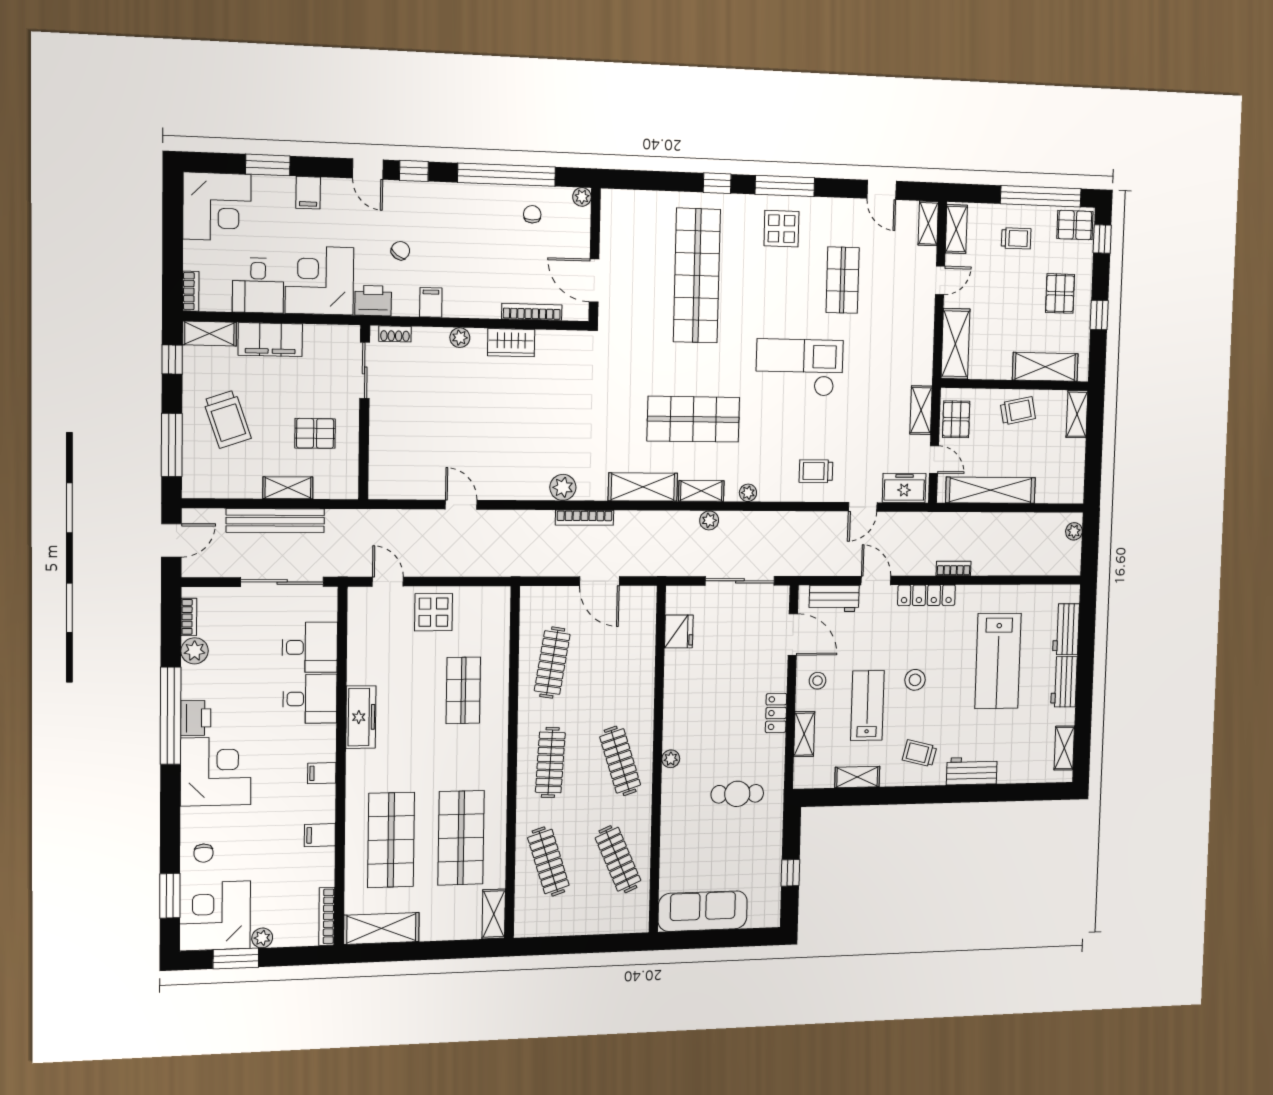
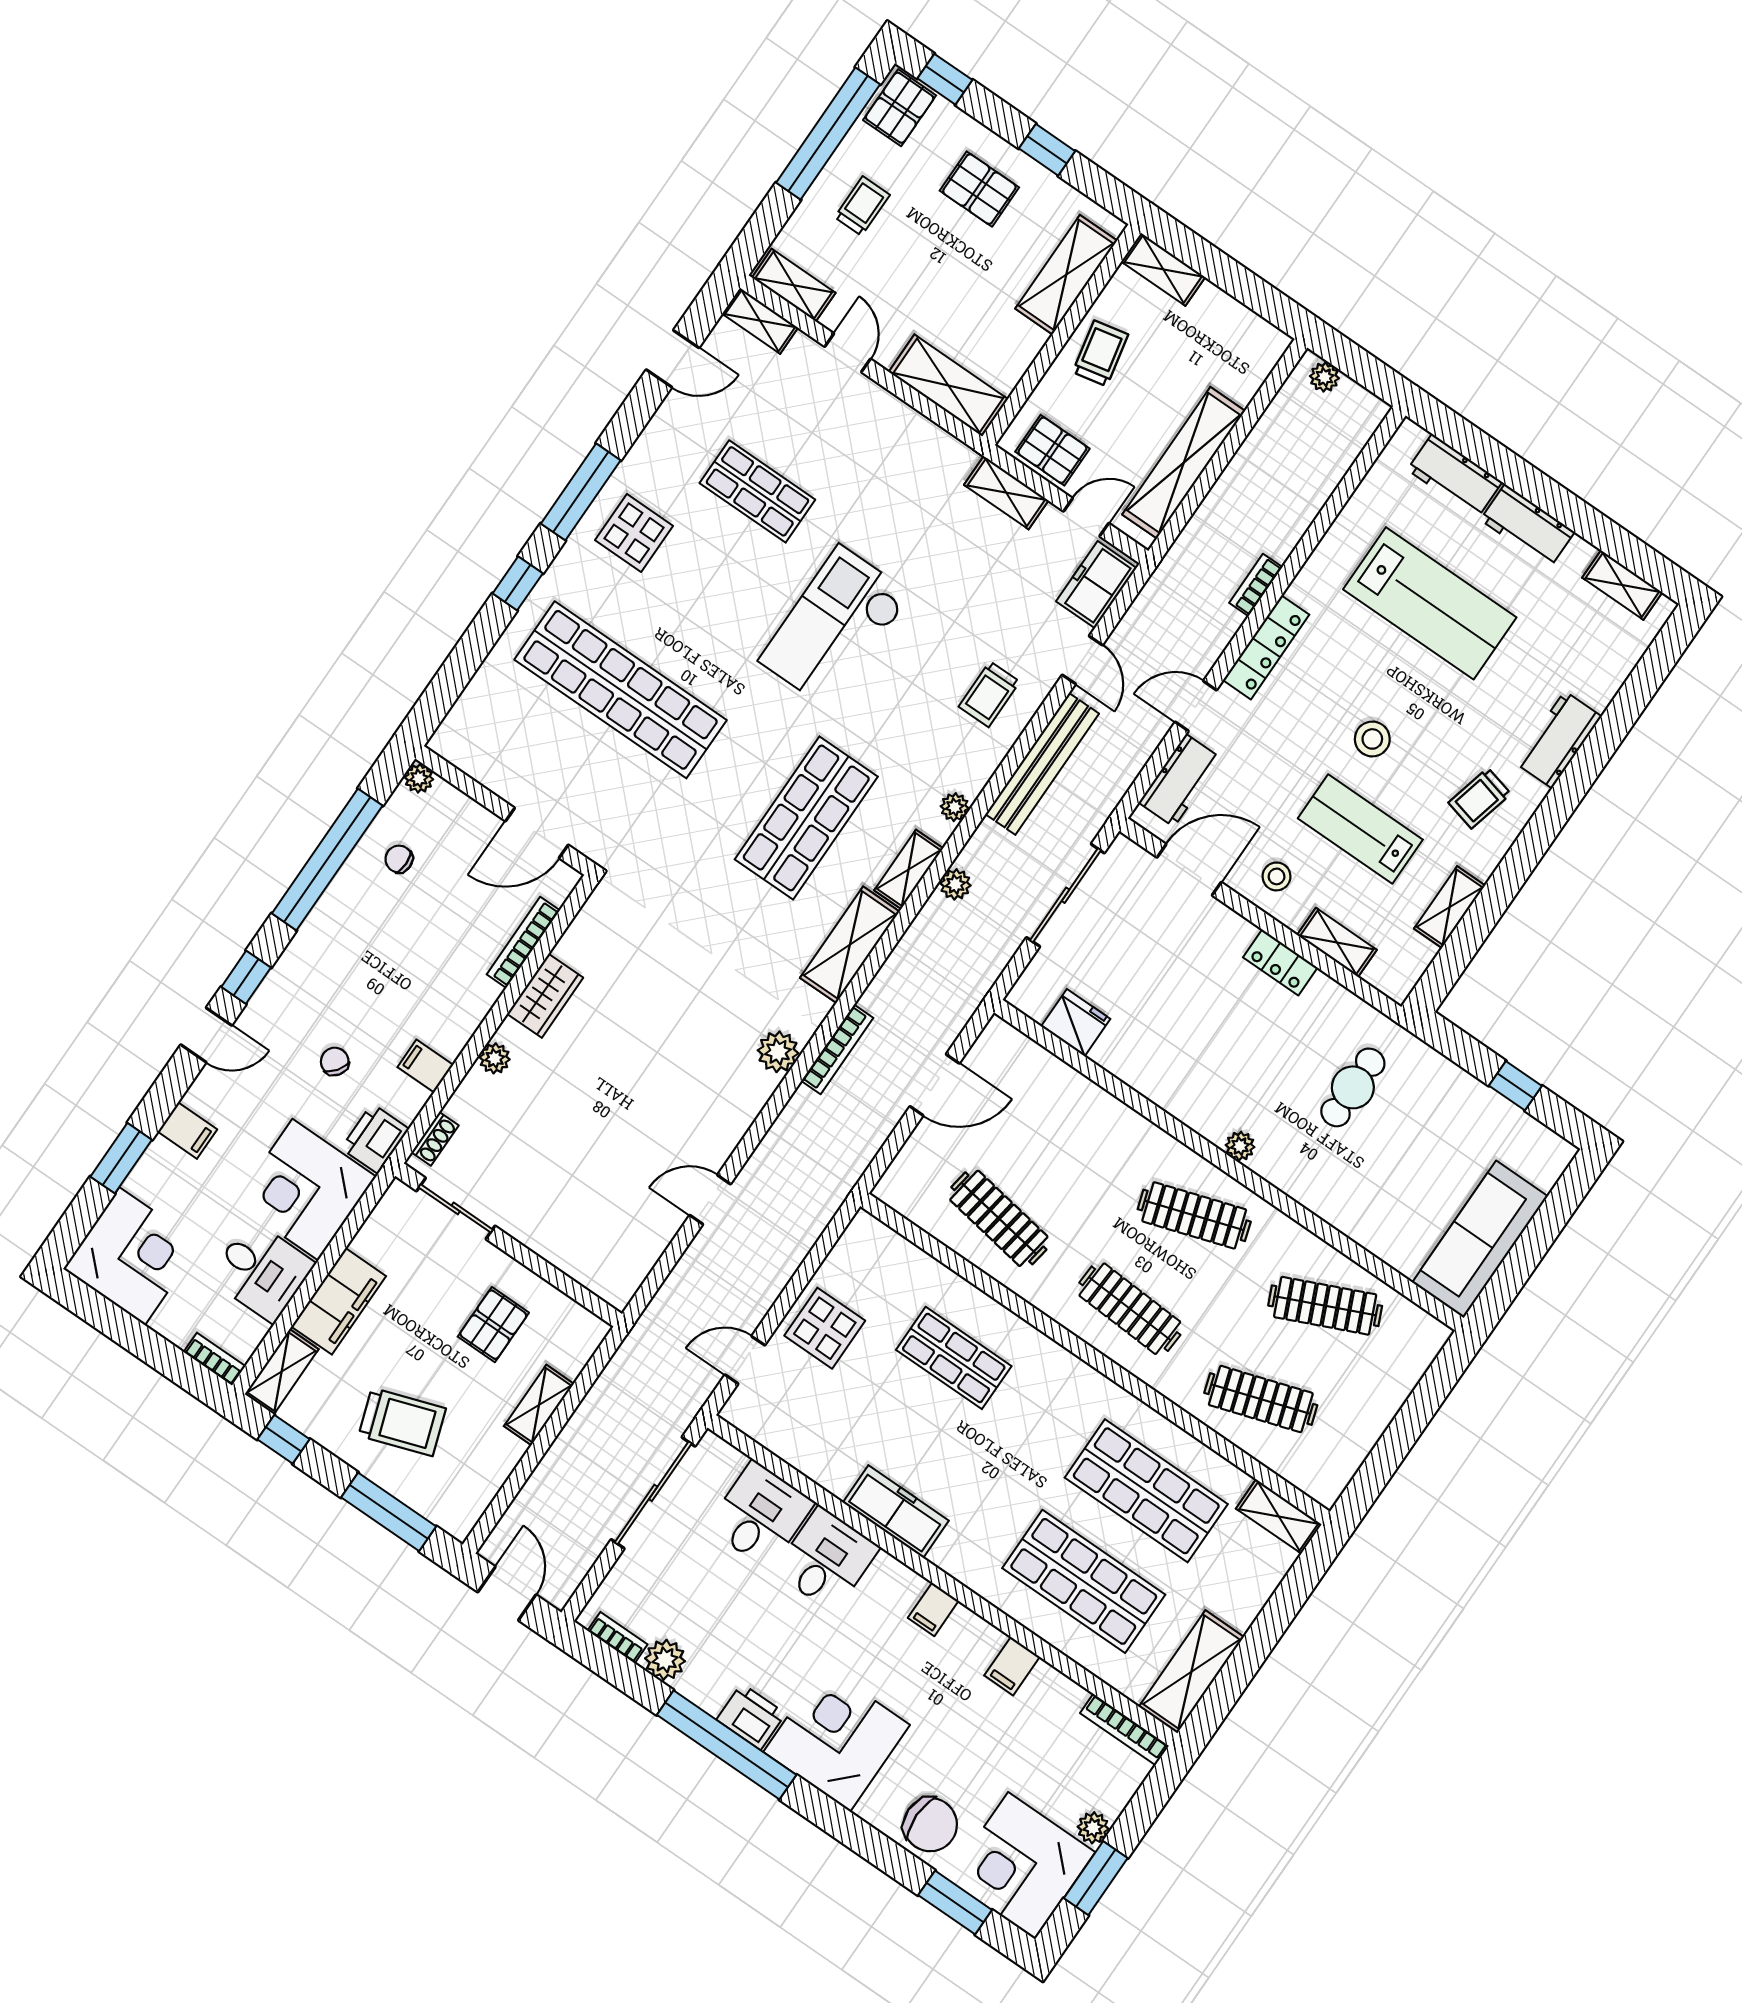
bench: (275, 521) -> (1042, 764), moved
chair: (203, 853) -> (930, 1825), width x1.87, depth x1.87

